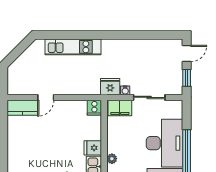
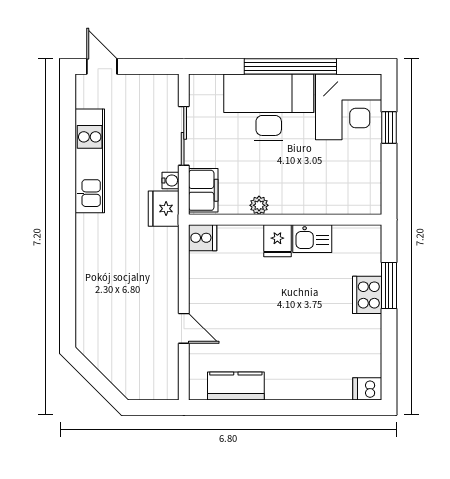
kitchen unit: (73, 47) -> (90, 161), moved
window: (187, 78) -> (147, 66), removed
kitchen counter: (22, 108) -> (236, 386), moved, turned -90
plant: (112, 159) -> (259, 205), moved

